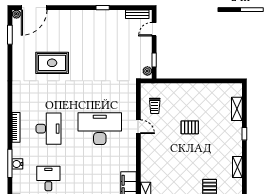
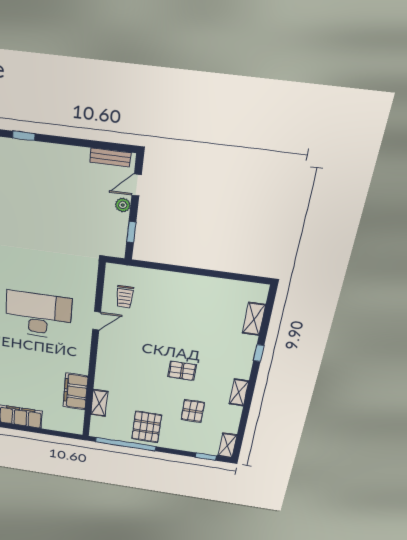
window: (103, 8) -> (24, 136), moved
plant: (147, 71) -> (123, 205), moved
door: (138, 127) -> (97, 321), hinge flipped
pallet: (190, 127) -> (182, 371), moved

